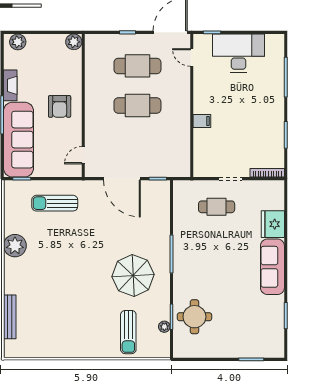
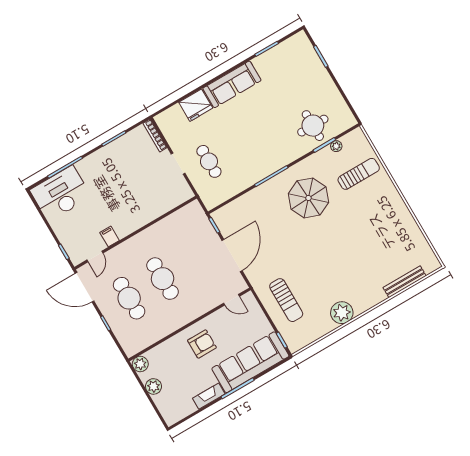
plant: (18, 42) -> (154, 386), moved
desk: (238, 53) -> (60, 193), moved, turned 90
filing cabinet: (202, 121) -> (110, 236), moved

